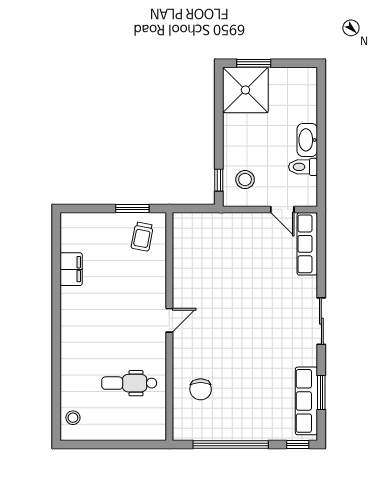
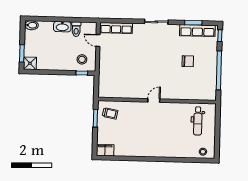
bidet: (308, 80) -> (31, 25), added
shower: (245, 90) -> (30, 63), width x0.54, depth x0.54
door: (282, 209) -> (98, 40), swing flipped
filing cabinet: (71, 269) -> (105, 150), moved
door: (169, 320) -> (154, 100), hinge flipped
dental chair: (129, 383) -> (198, 121), moved
chair: (201, 389) -> (188, 61), moved

